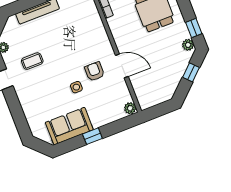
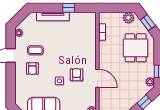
armchair: (37, 85) -> (32, 69), added

